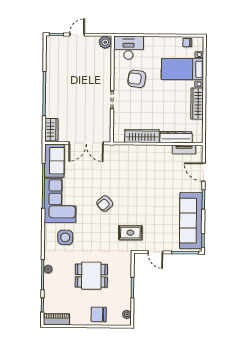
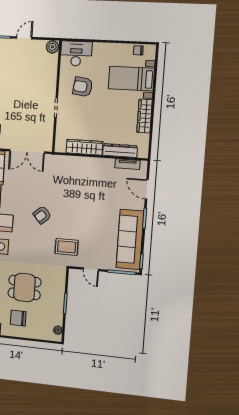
chair: (99, 314) -> (18, 318), moved

